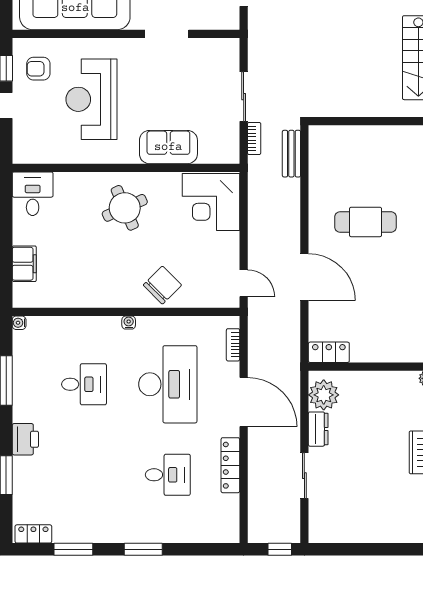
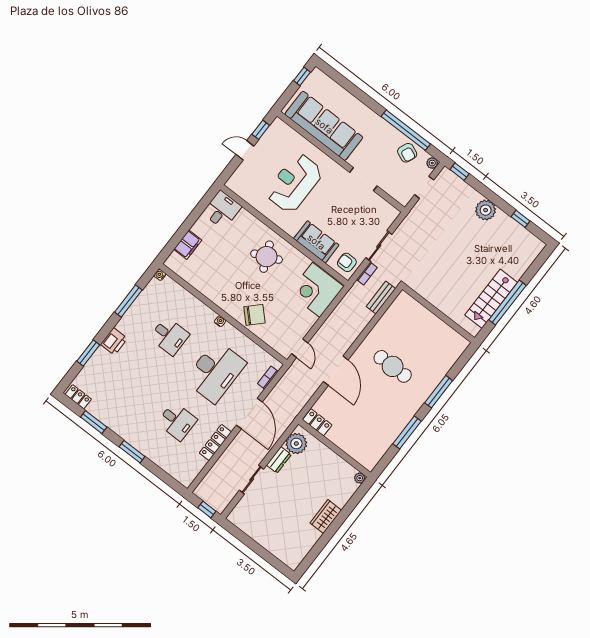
armchair: (38, 69) -> (347, 262), moved

